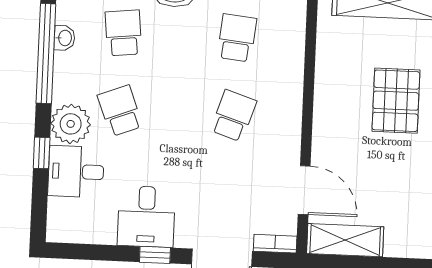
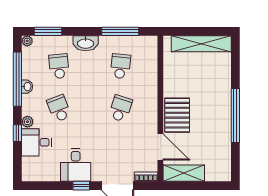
washbasin: (64, 38) -> (27, 87), moved
pallet: (396, 101) -> (177, 115), moved
plant: (71, 124) -> (27, 122), width x0.53, depth x0.53

